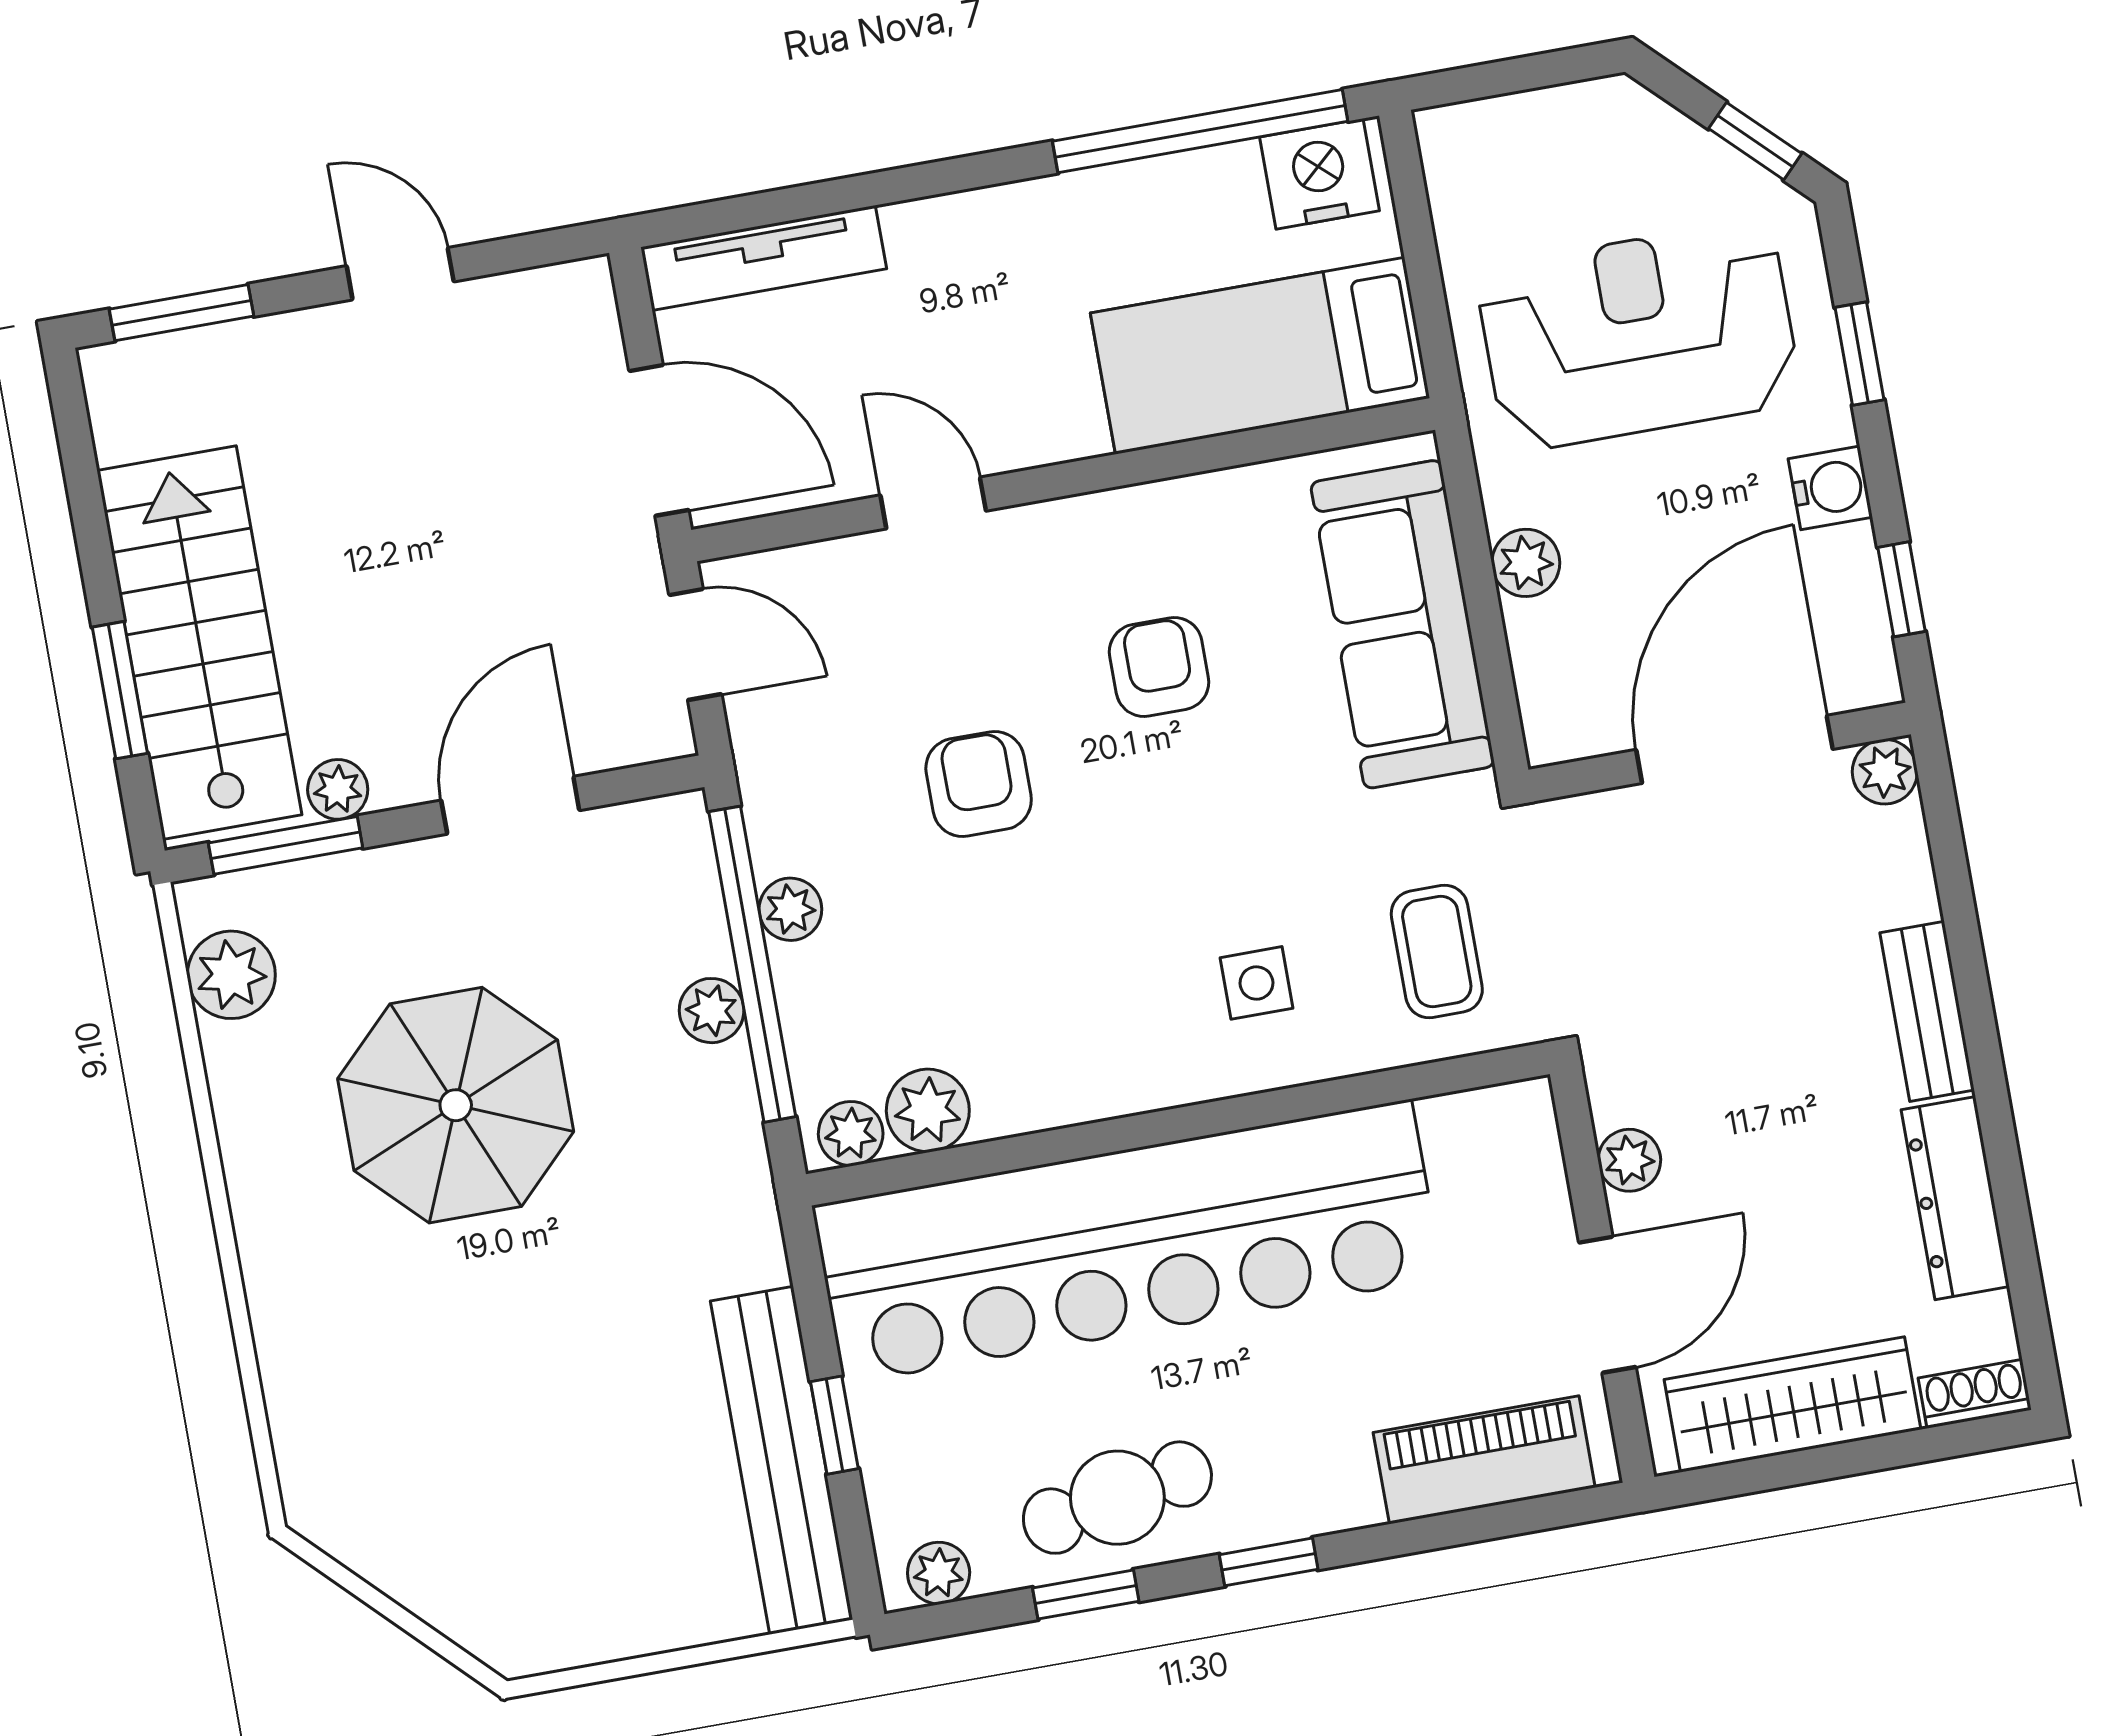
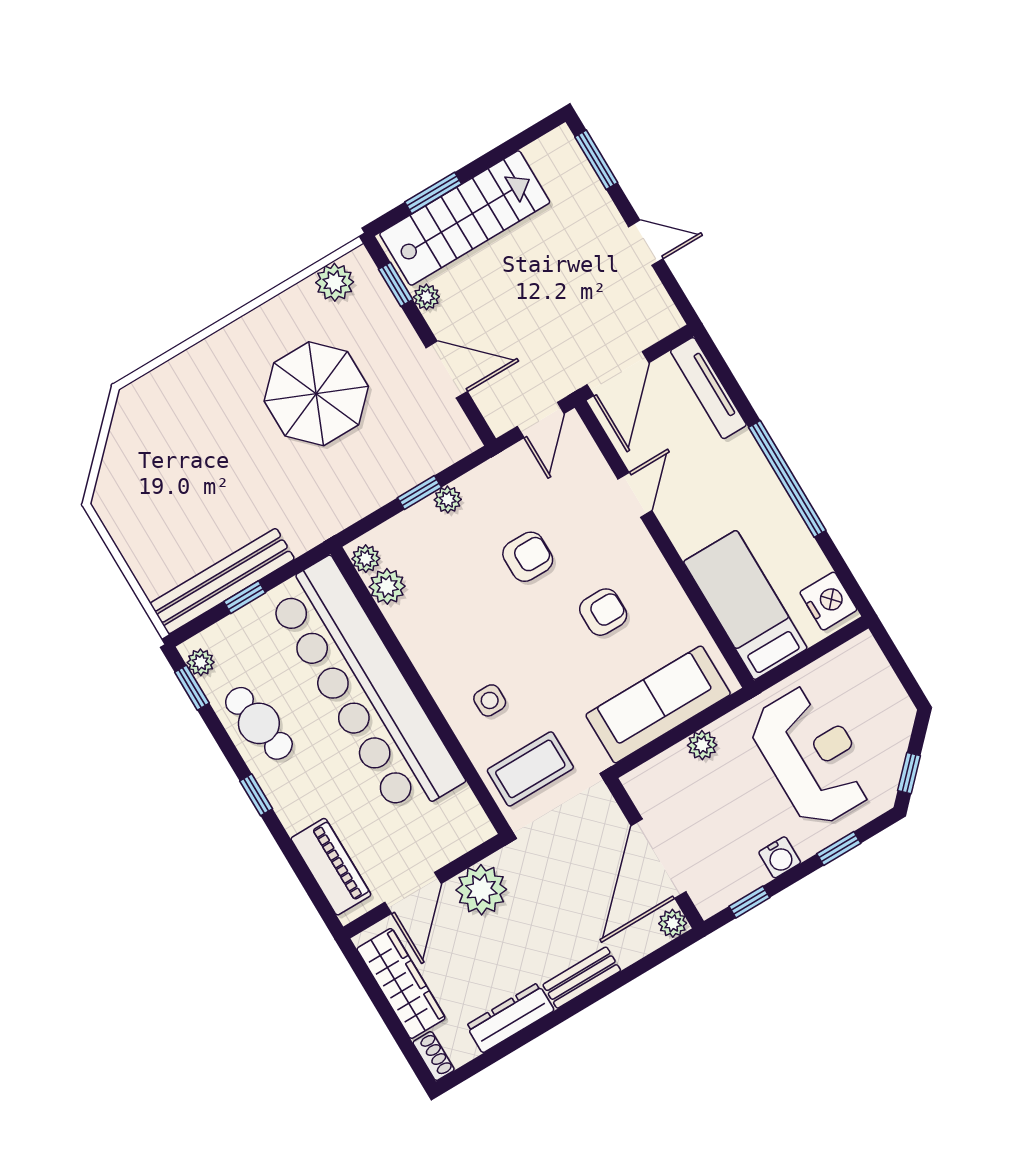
window: (1200, 131) -> (787, 479), moved
door: (400, 274) -> (646, 243), hinge flipped
door: (1734, 749) -> (658, 859), swing flipped
window: (286, 845) -> (396, 284), width x0.67
coffee table: (1437, 952) -> (530, 769), width x1.36, depth x1.30
window: (752, 964) -> (419, 493), width x0.32
plant: (712, 1011) -> (394, 483), removed
plant: (1629, 1160) -> (481, 890), width x1.88, depth x1.88
door: (1607, 1305) -> (413, 893), hinge flipped
window: (1086, 1595) -> (192, 688), moved

